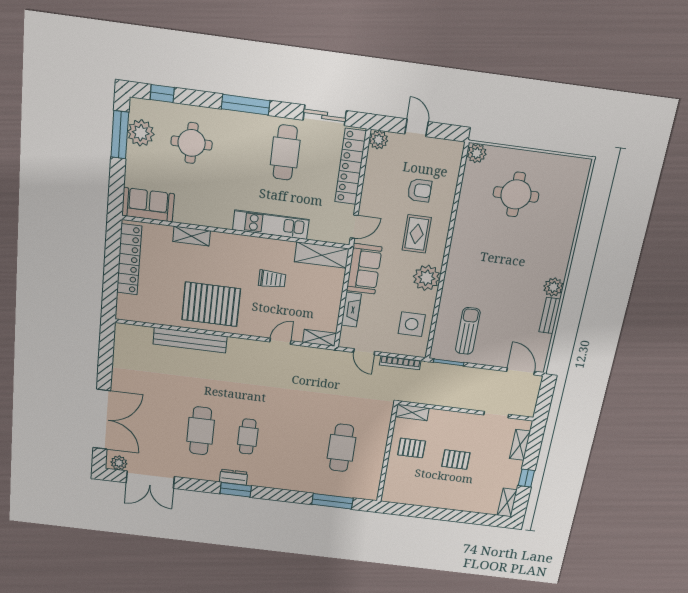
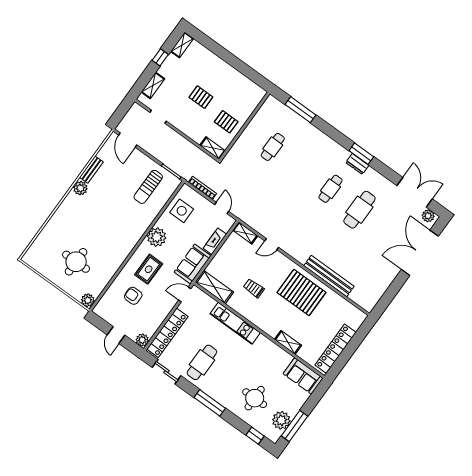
cafe table: (342, 448) -> (273, 147), width x0.73, depth x0.74

